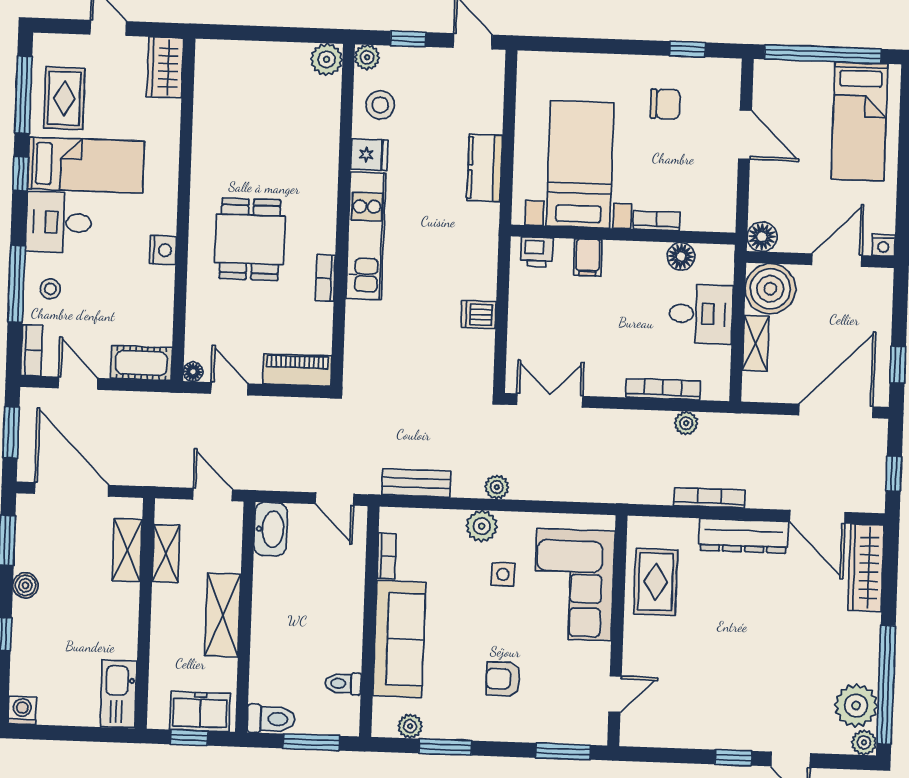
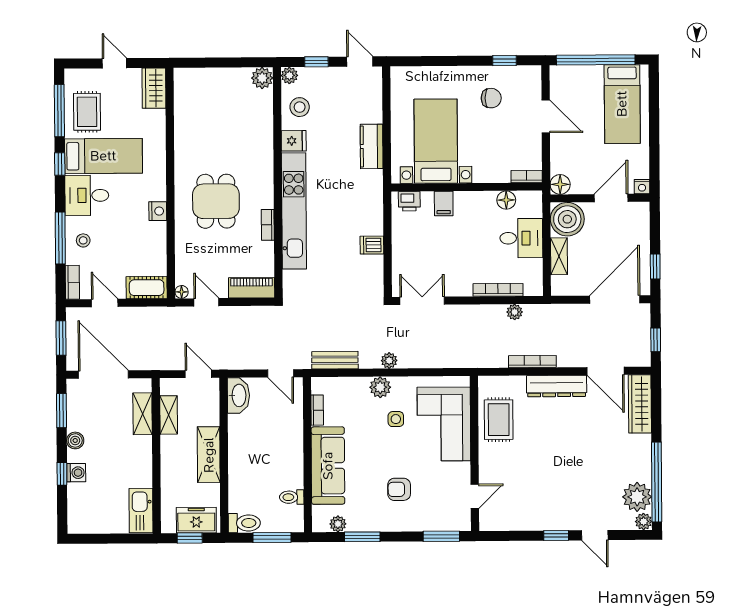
bookcase: (657, 221) -> (527, 176), moved
kitchen unit: (366, 236) -> (294, 211), width x1.36
washing machine: (22, 710) -> (76, 473), moved, turned 90

